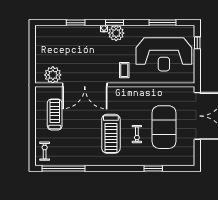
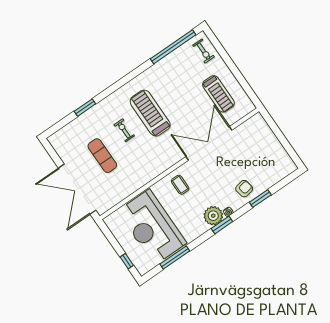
armchair: (82, 37) -> (244, 189), added
reception desk: (164, 54) -> (152, 227), turned -90
plant: (53, 75) -> (247, 132), removed
exercise mat: (164, 127) -> (102, 156), width x0.50, depth x0.69

